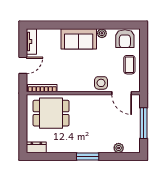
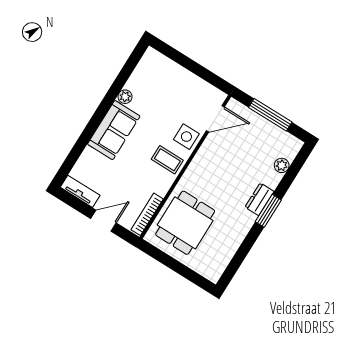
armchair: (125, 39) -> (150, 72), removed
door: (23, 65) -> (103, 221), hinge flipped
coffee table: (129, 65) -> (167, 160), moved
dresser: (36, 147) -> (259, 199), moved

